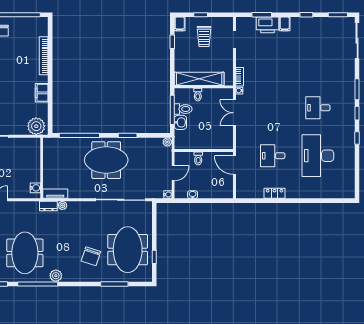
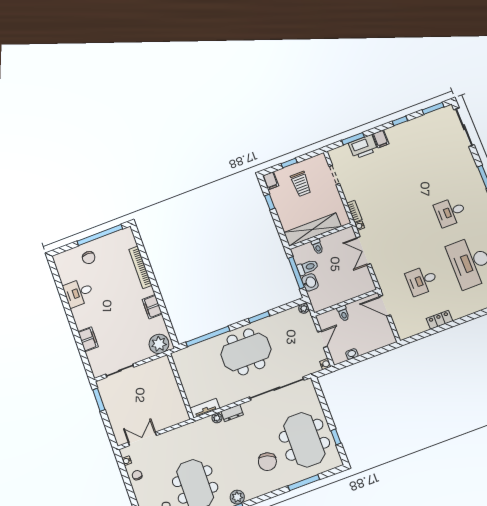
water cooler: (35, 188) -> (181, 410), removed
dresser: (48, 206) -> (232, 413), moved

